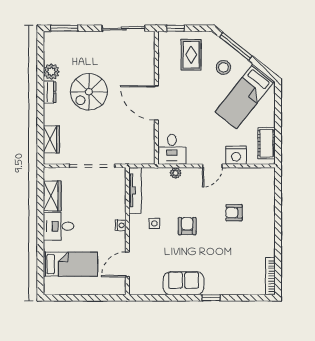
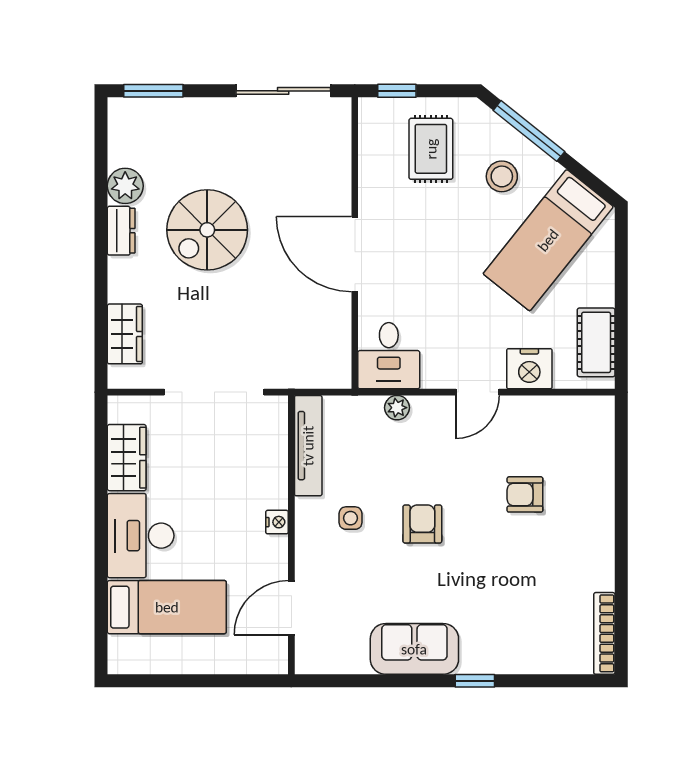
desk: (58, 226) -> (141, 536), width x1.37

